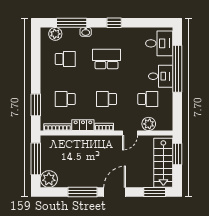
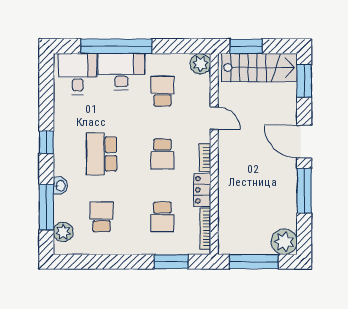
desk: (161, 76) -> (121, 72), width x1.37
plant: (149, 124) -> (200, 64), moved

